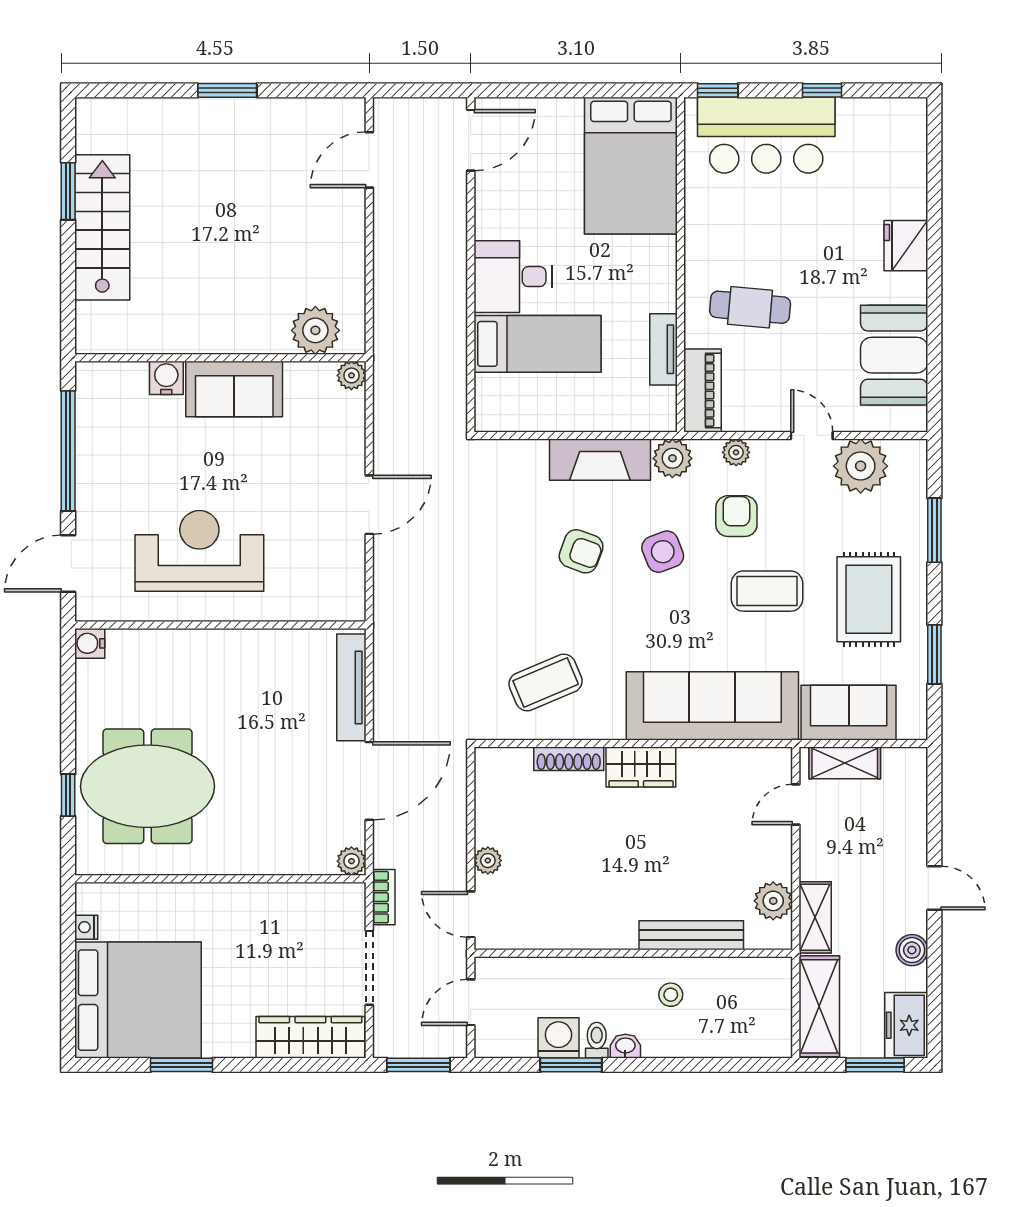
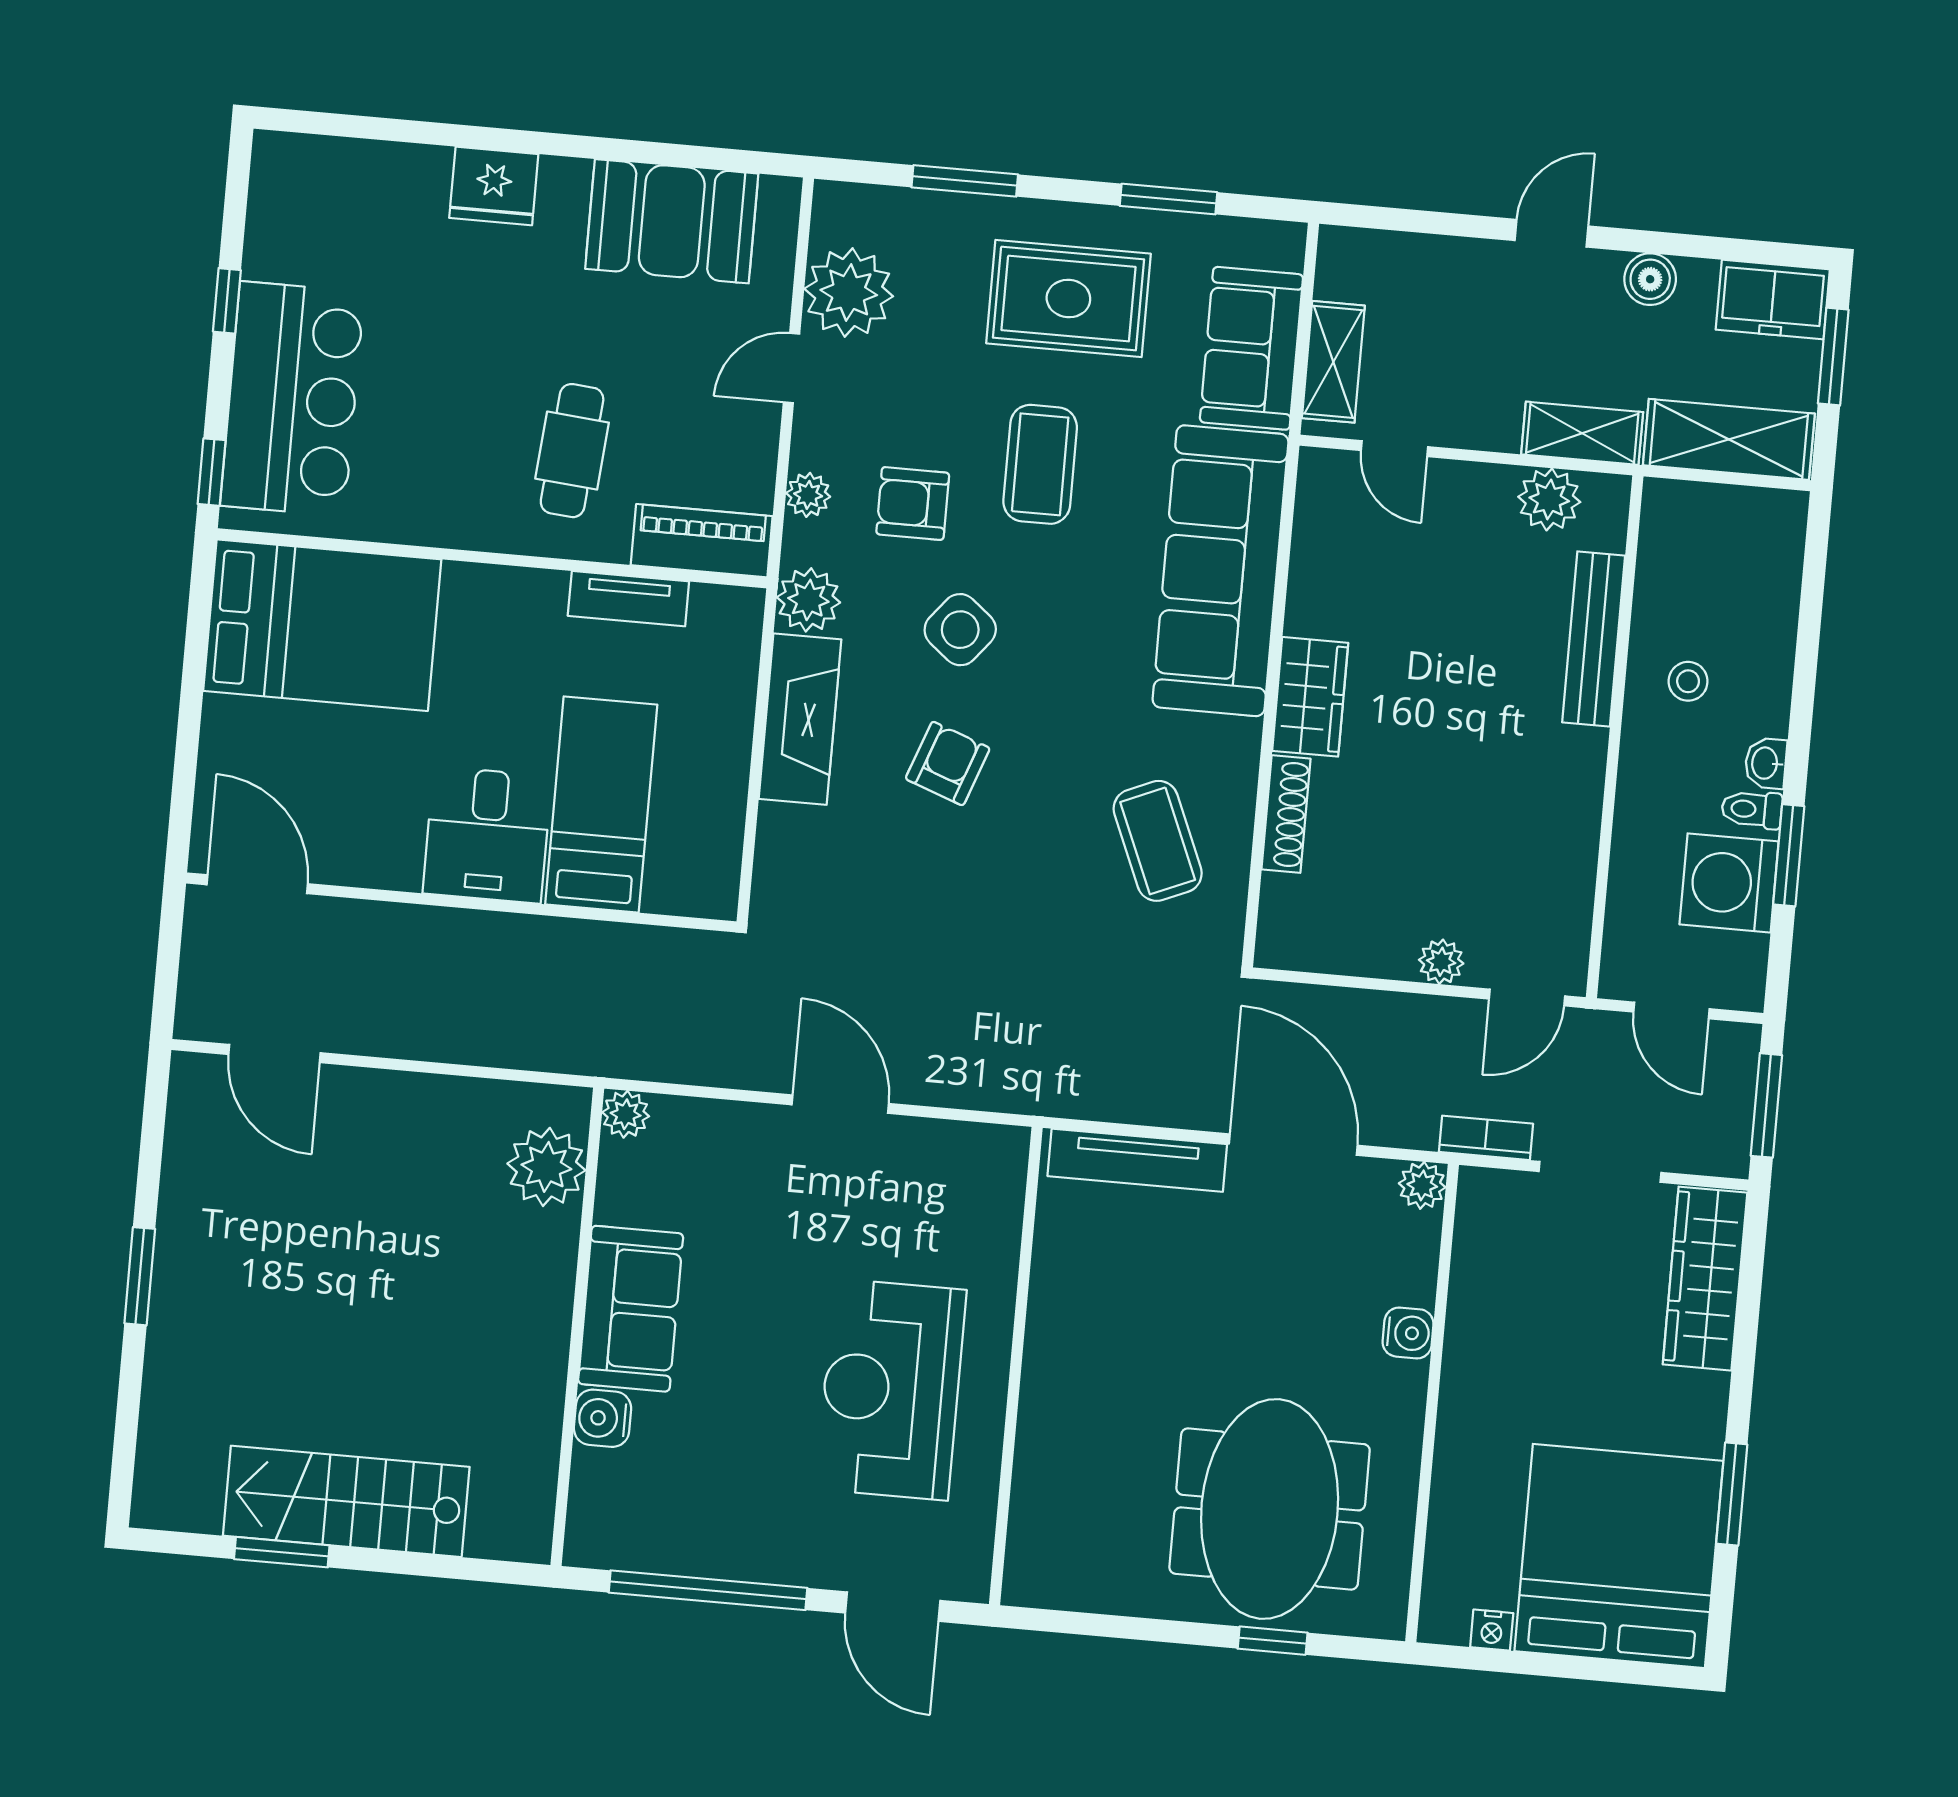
side table: (663, 552) -> (960, 630), turned -30
water cooler: (90, 643) -> (1408, 1333), moved, turned -90
washing machine: (558, 1038) -> (1729, 883), width x1.37, depth x1.37

